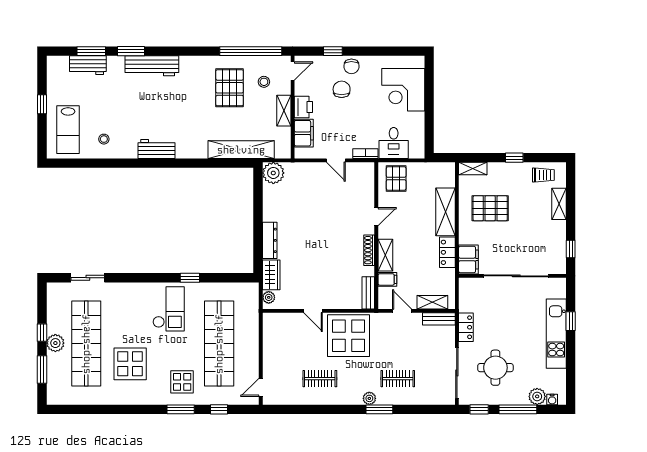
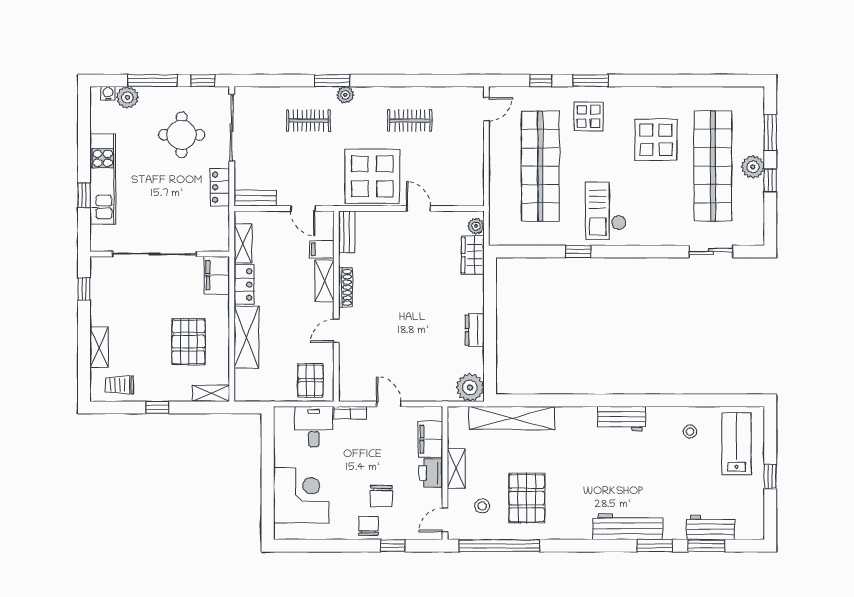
pallet: (490, 208) -> (188, 342), turned 90
dresser: (270, 240) -> (475, 330), moved, width x0.70
shelving: (432, 302) -> (243, 243), moved, turned 90

